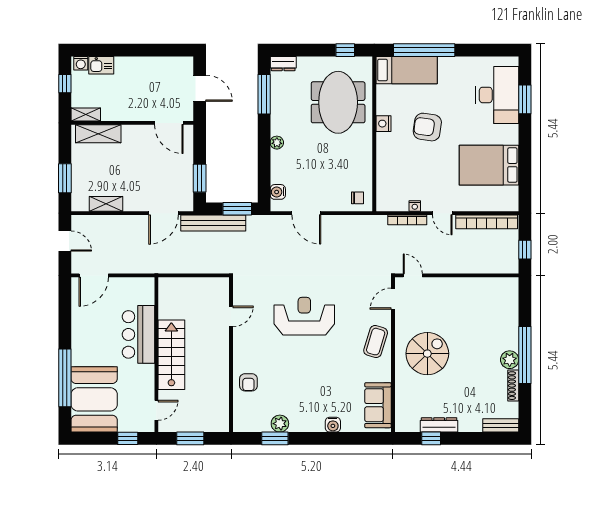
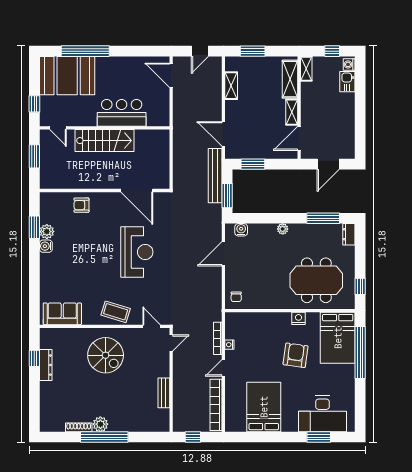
bed: (407, 70) -> (338, 338), width x1.50
shelving: (138, 132) -> (292, 112), added
door: (231, 316) -> (137, 191), width x1.88
water cooler: (333, 425) -> (46, 246), moved
bench: (501, 425) -> (164, 393), moved

